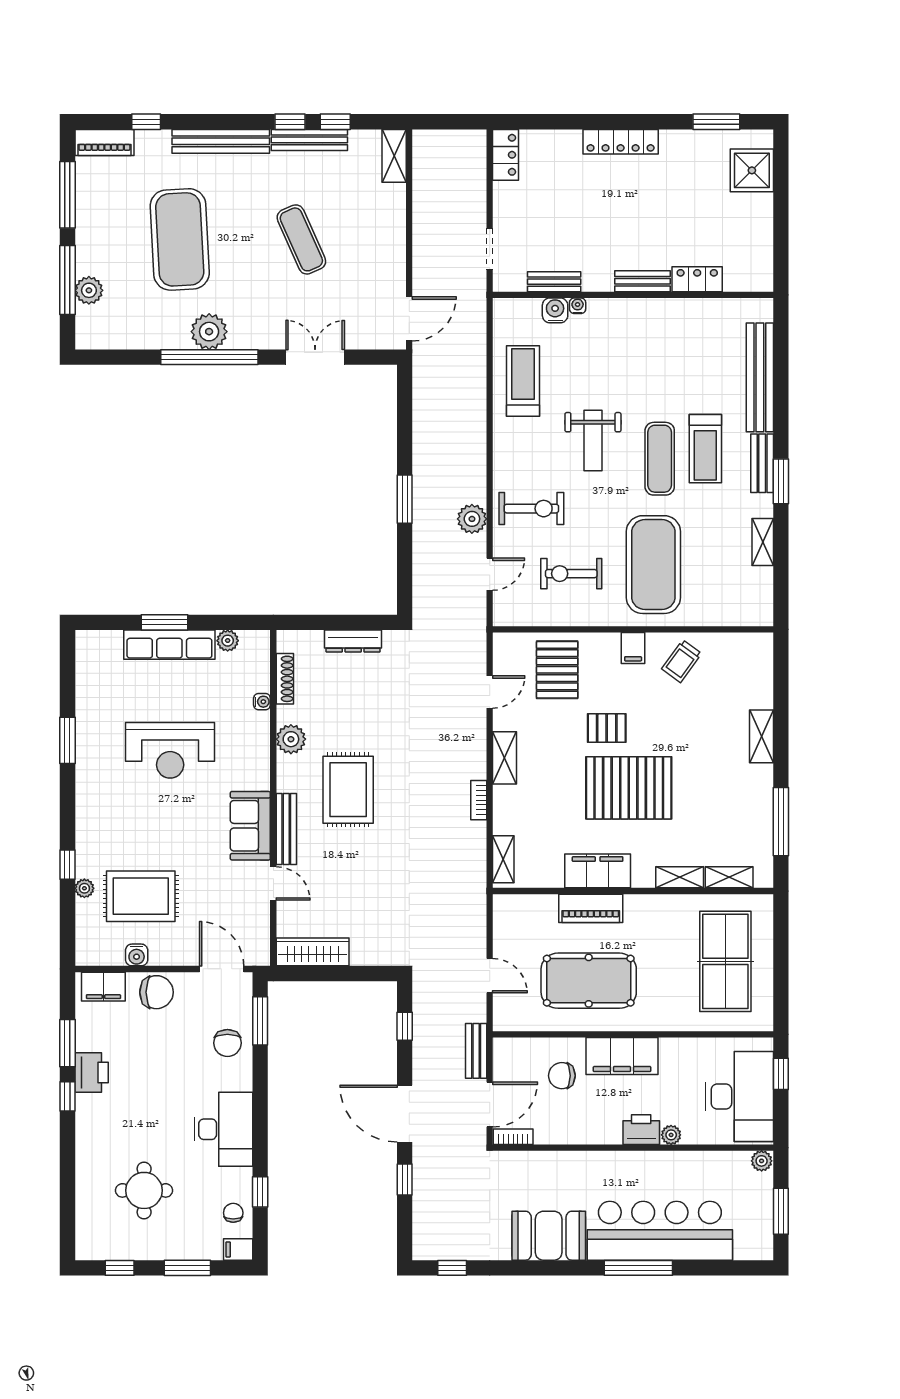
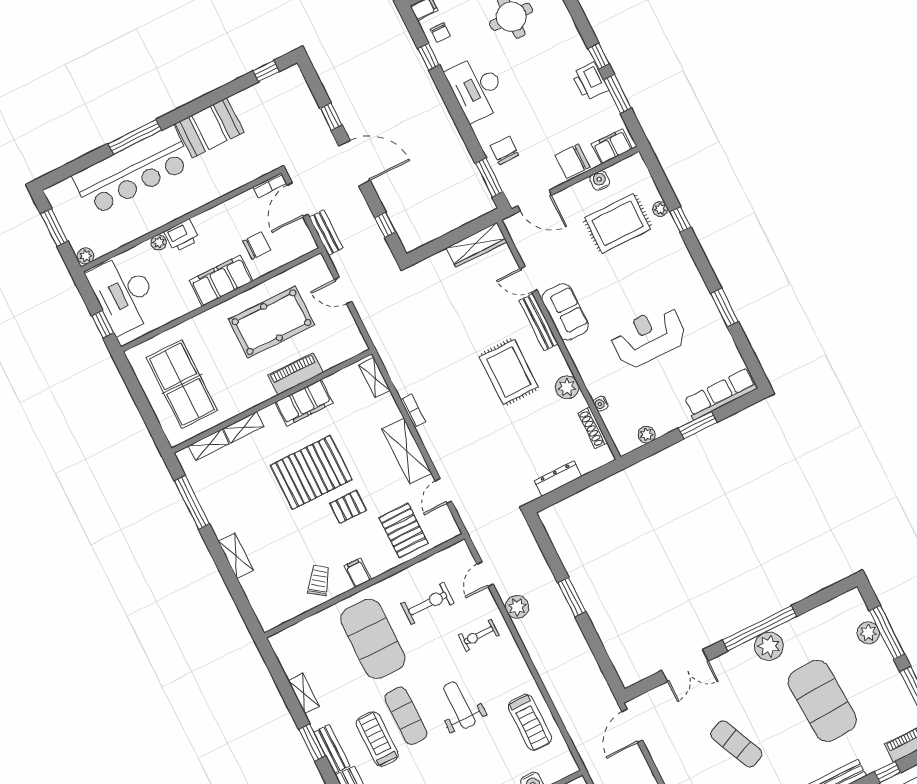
exercise bike: (531, 509) -> (479, 635), width x0.73, depth x0.72
row of seats: (169, 645) -> (721, 394), moved
shelving: (504, 758) -> (407, 451), width x1.50, depth x1.33

